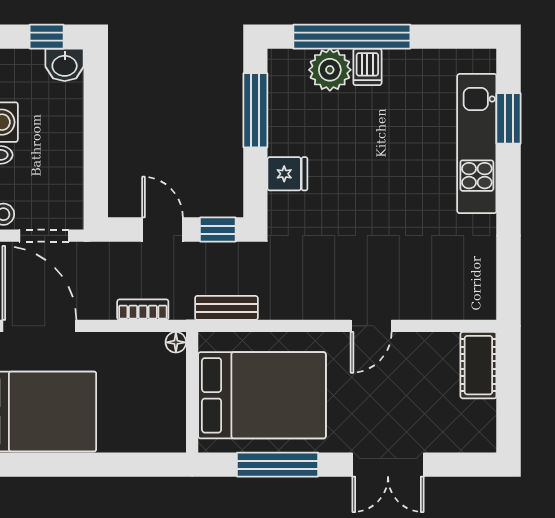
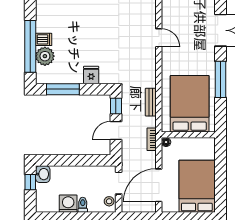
floor lamp: (176, 342) -> (166, 142), moved
wall: (192, 392) -> (188, 135), moved
bed: (262, 395) -> (190, 104), moved

